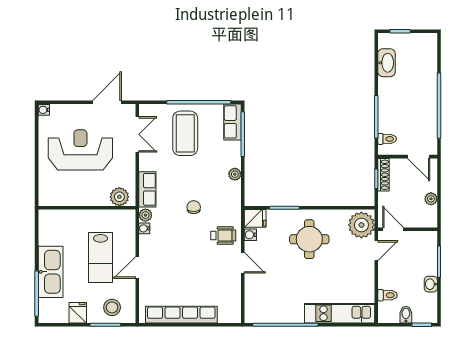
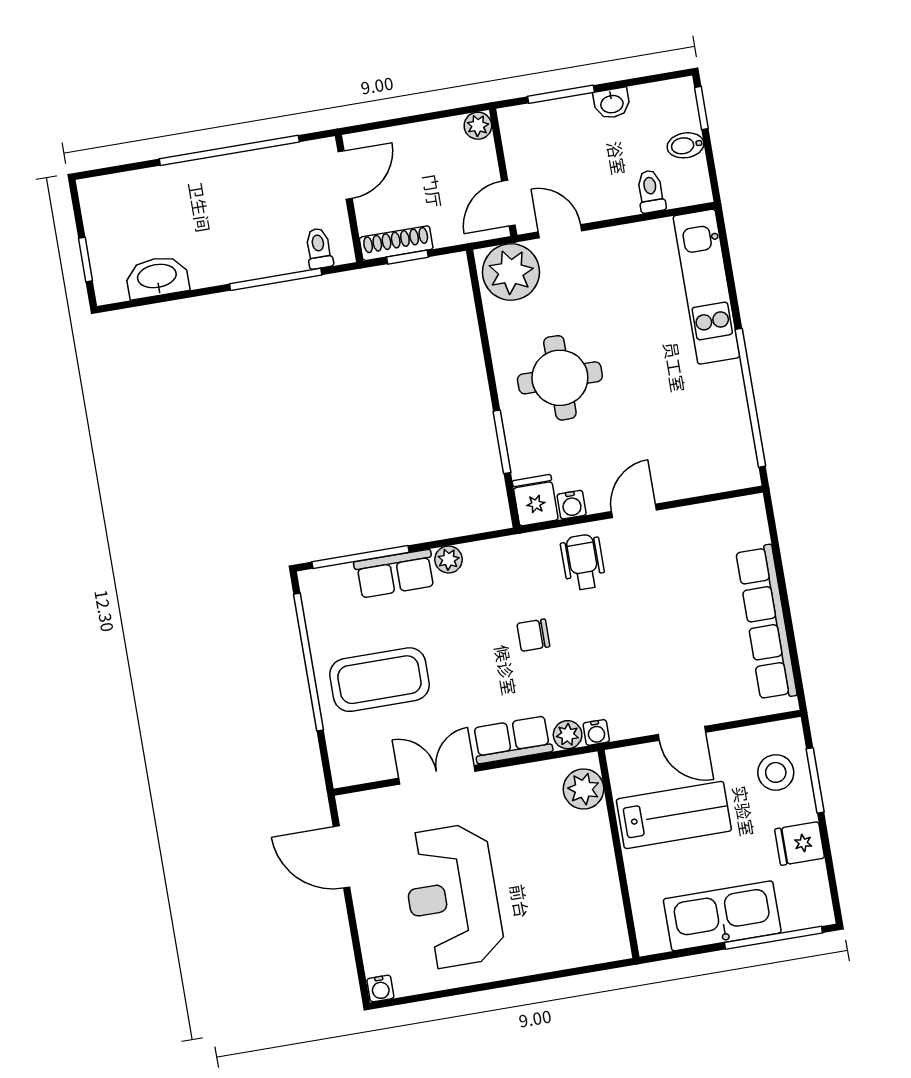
row of seats: (232, 122) -> (395, 574), moved
double door: (137, 134) -> (437, 775), moved
plant: (119, 197) -> (583, 789), moved
plant: (431, 199) -> (478, 126), moved
wall: (87, 208) -> (619, 854), moved

